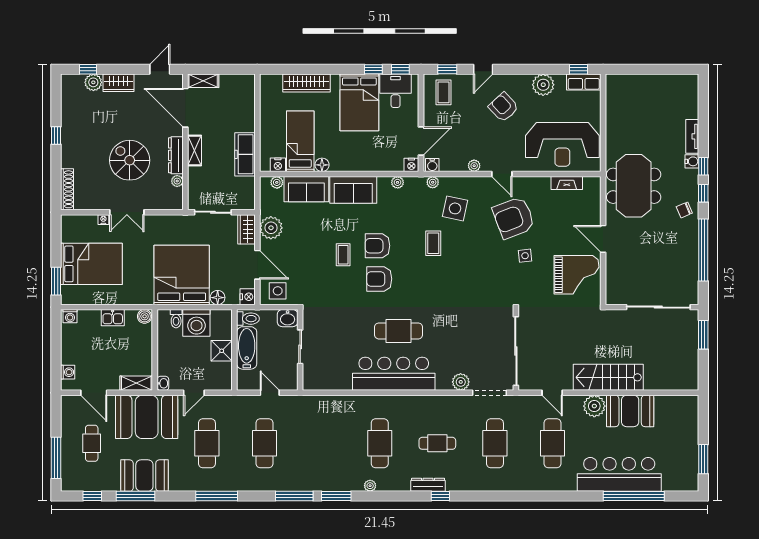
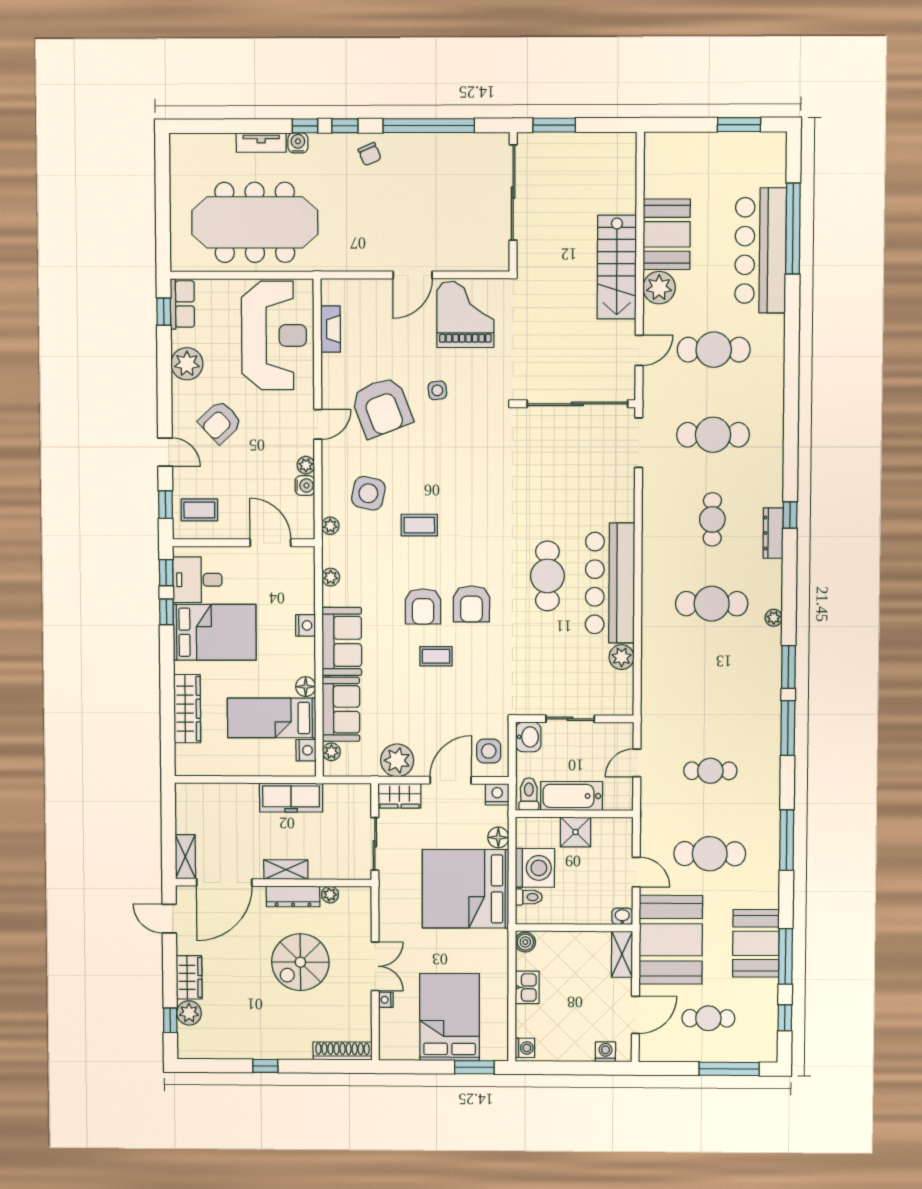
nightstand: (411, 165) -> (305, 625), moved
water cooler: (432, 165) -> (305, 486), moved
meeting table: (634, 186) -> (255, 222), moved, width x1.36
plant: (461, 382) -> (622, 657), moved
cafe table: (264, 443) -> (710, 771), width x0.73, depth x0.74

